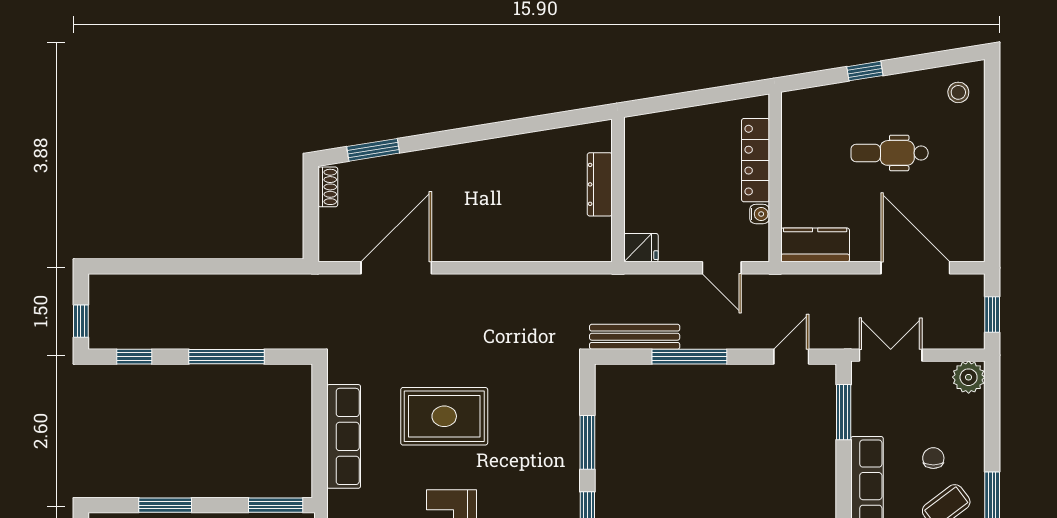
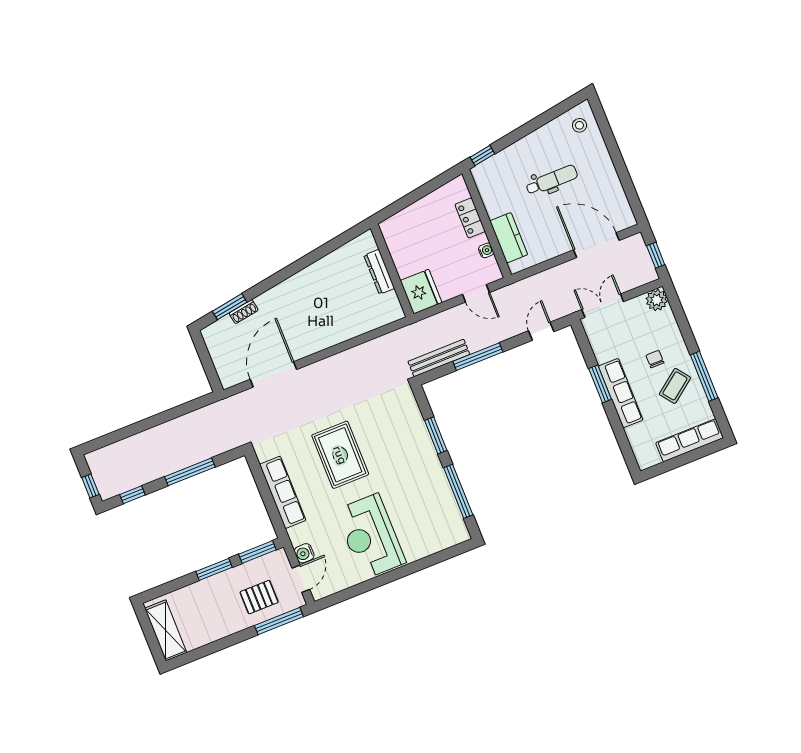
window: (865, 71) -> (482, 155), moved
dental chair: (890, 153) -> (552, 180), turned 180
locker: (756, 160) -> (470, 218), width x0.66
shoe rack: (328, 187) -> (244, 312), moved, turned 81
kitchen counter: (815, 245) -> (509, 238), moved, turned 90
fridge: (641, 248) -> (421, 292), width x1.88, depth x1.34
window: (844, 412) -> (600, 384), moved
rug: (444, 416) -> (340, 455), turned 90
window: (165, 505) -> (214, 569), moved

